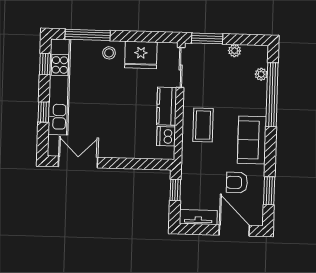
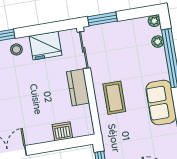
plant: (235, 51) -> (154, 21), moved
dishwasher: (166, 136) -> (62, 131), moved, turned 90
armchair: (237, 182) -> (155, 144), removed

